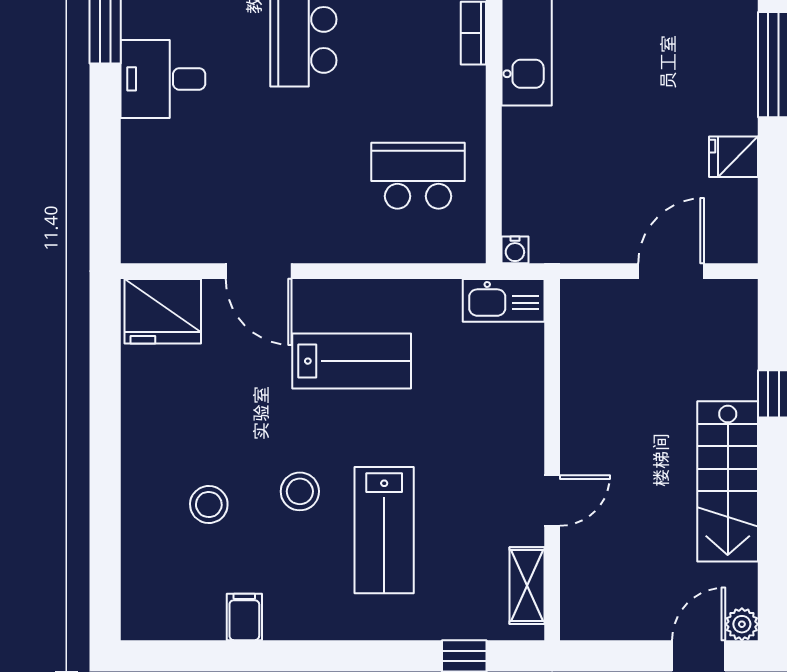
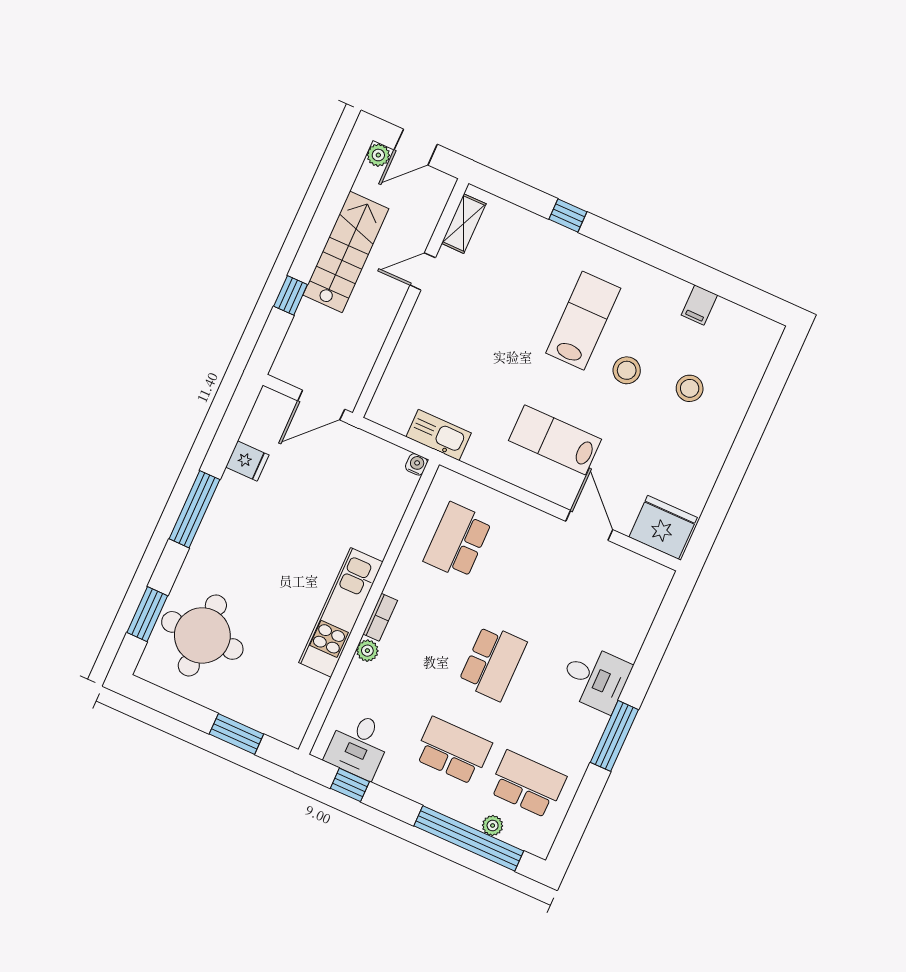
school desk: (418, 176) -> (458, 541), turned 90
wall: (552, 460) -> (411, 298), moved
door: (552, 501) -> (423, 271), moved
shelving: (527, 586) -> (464, 224), moved

